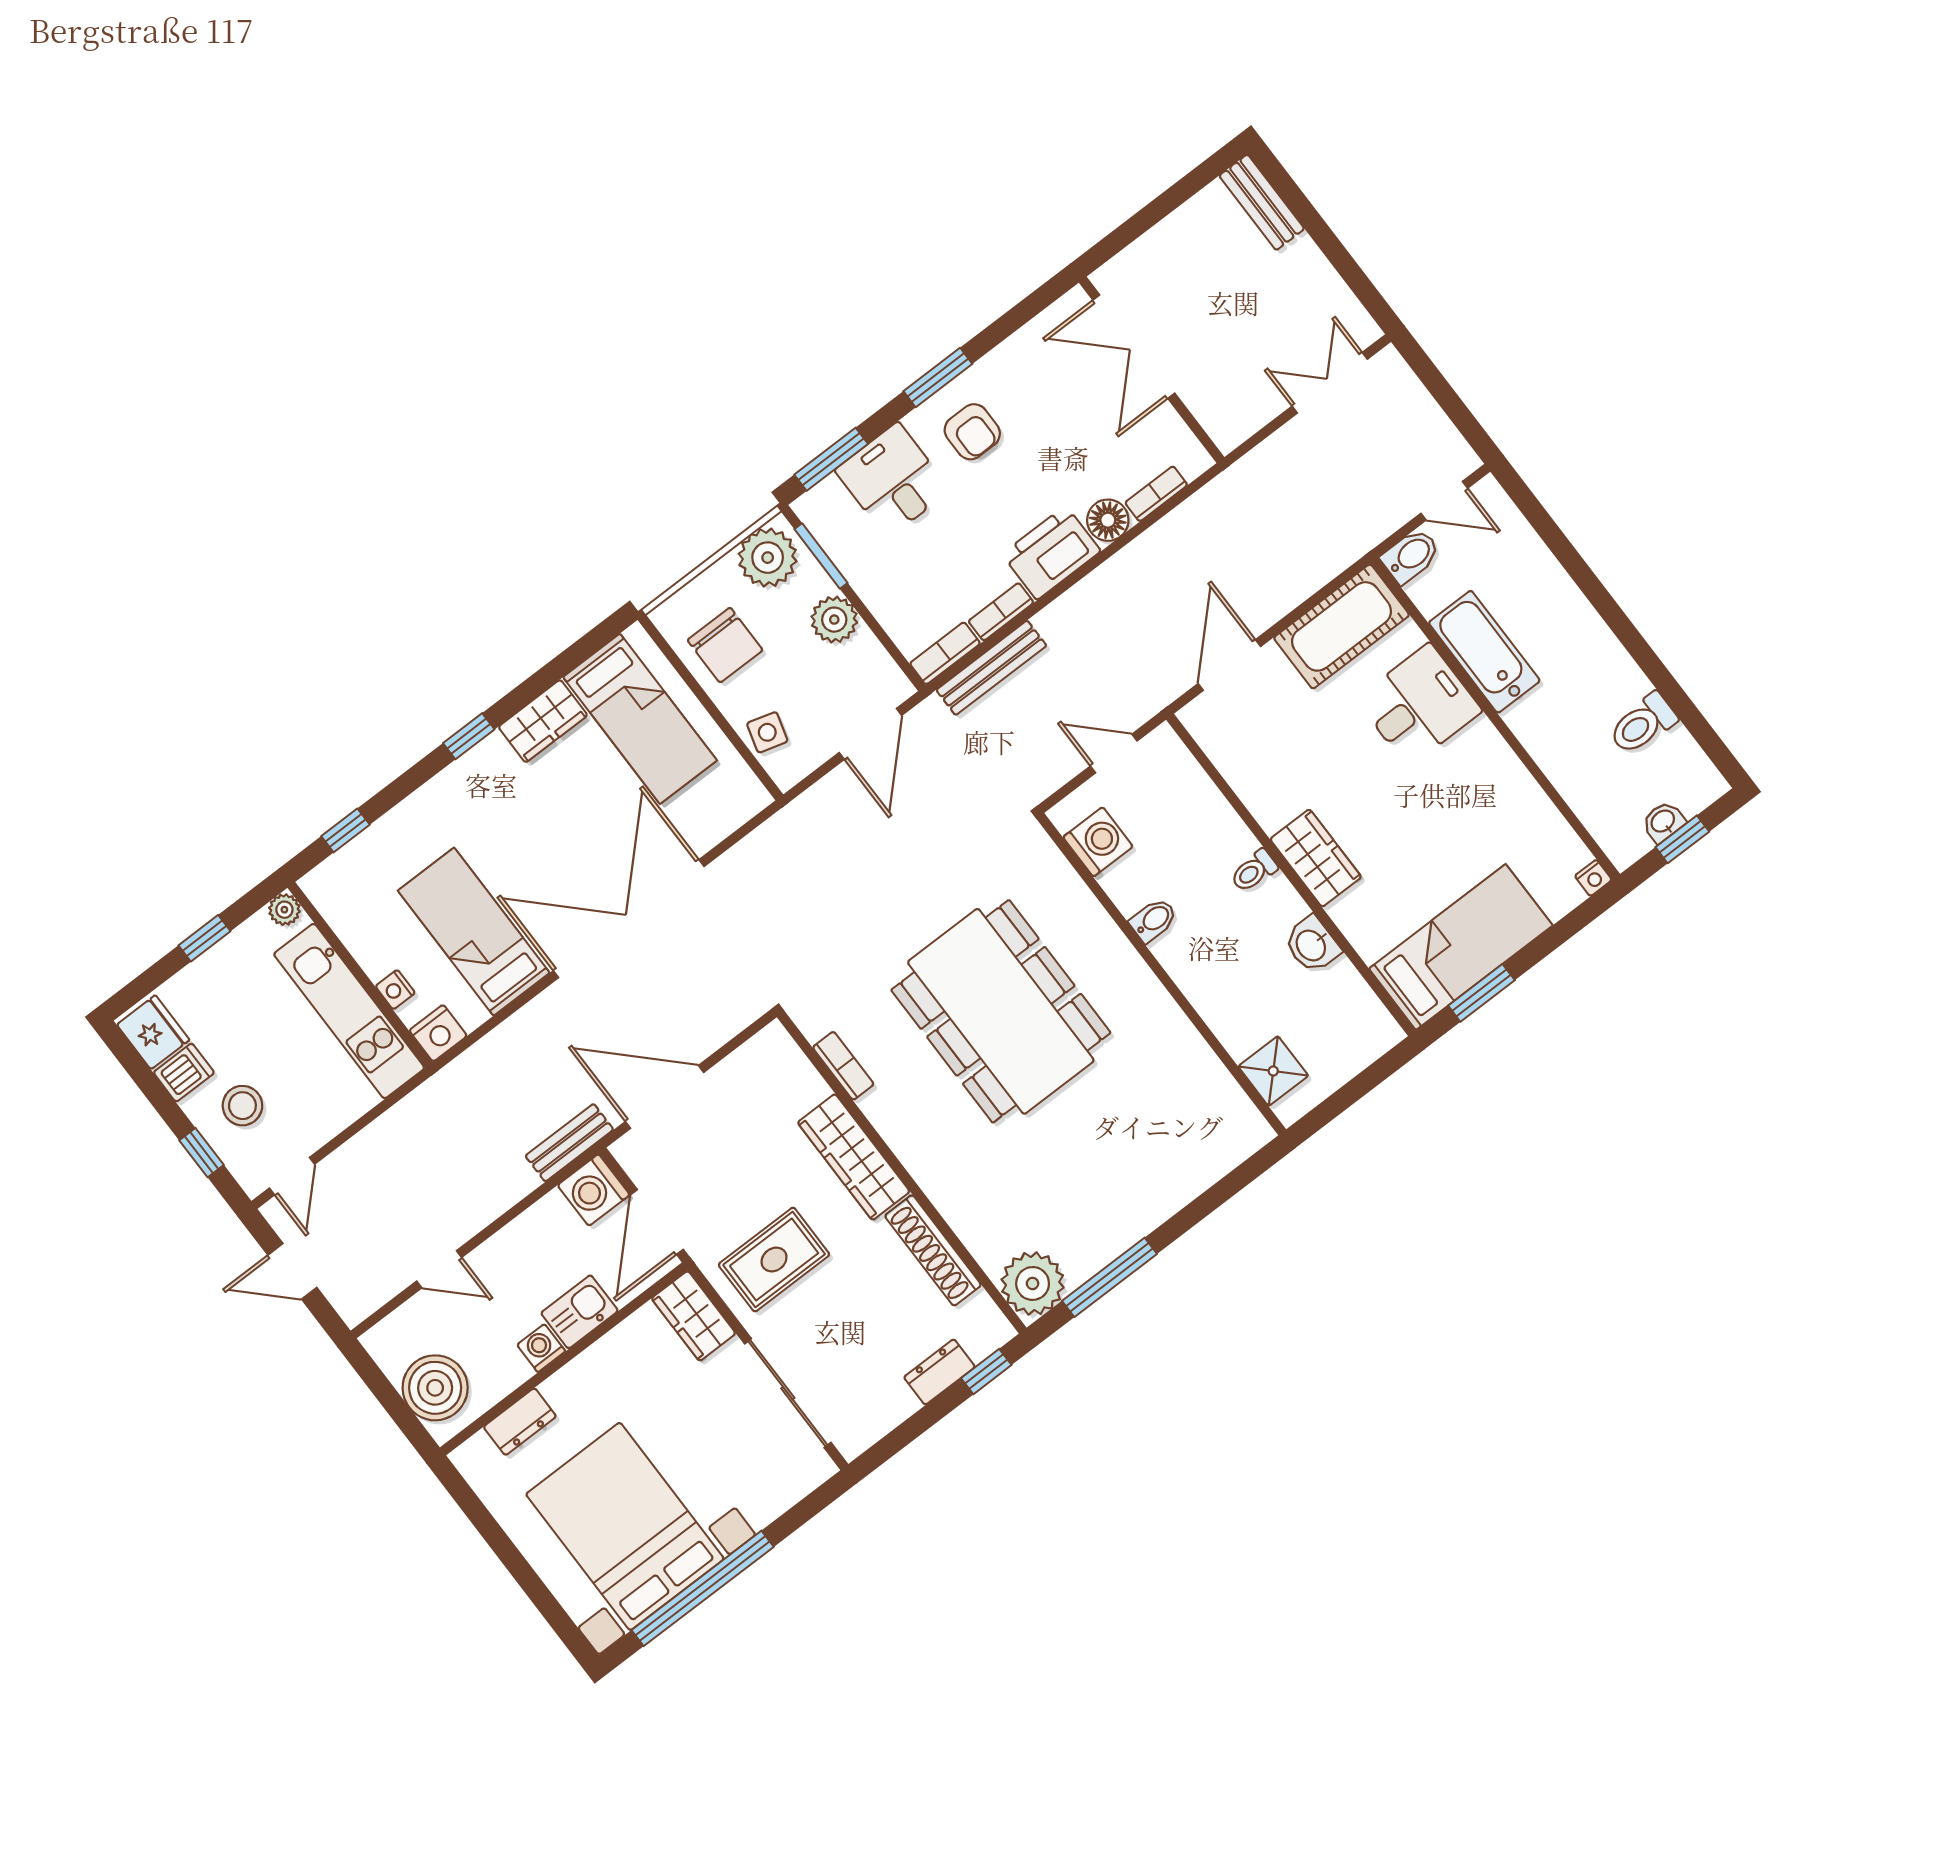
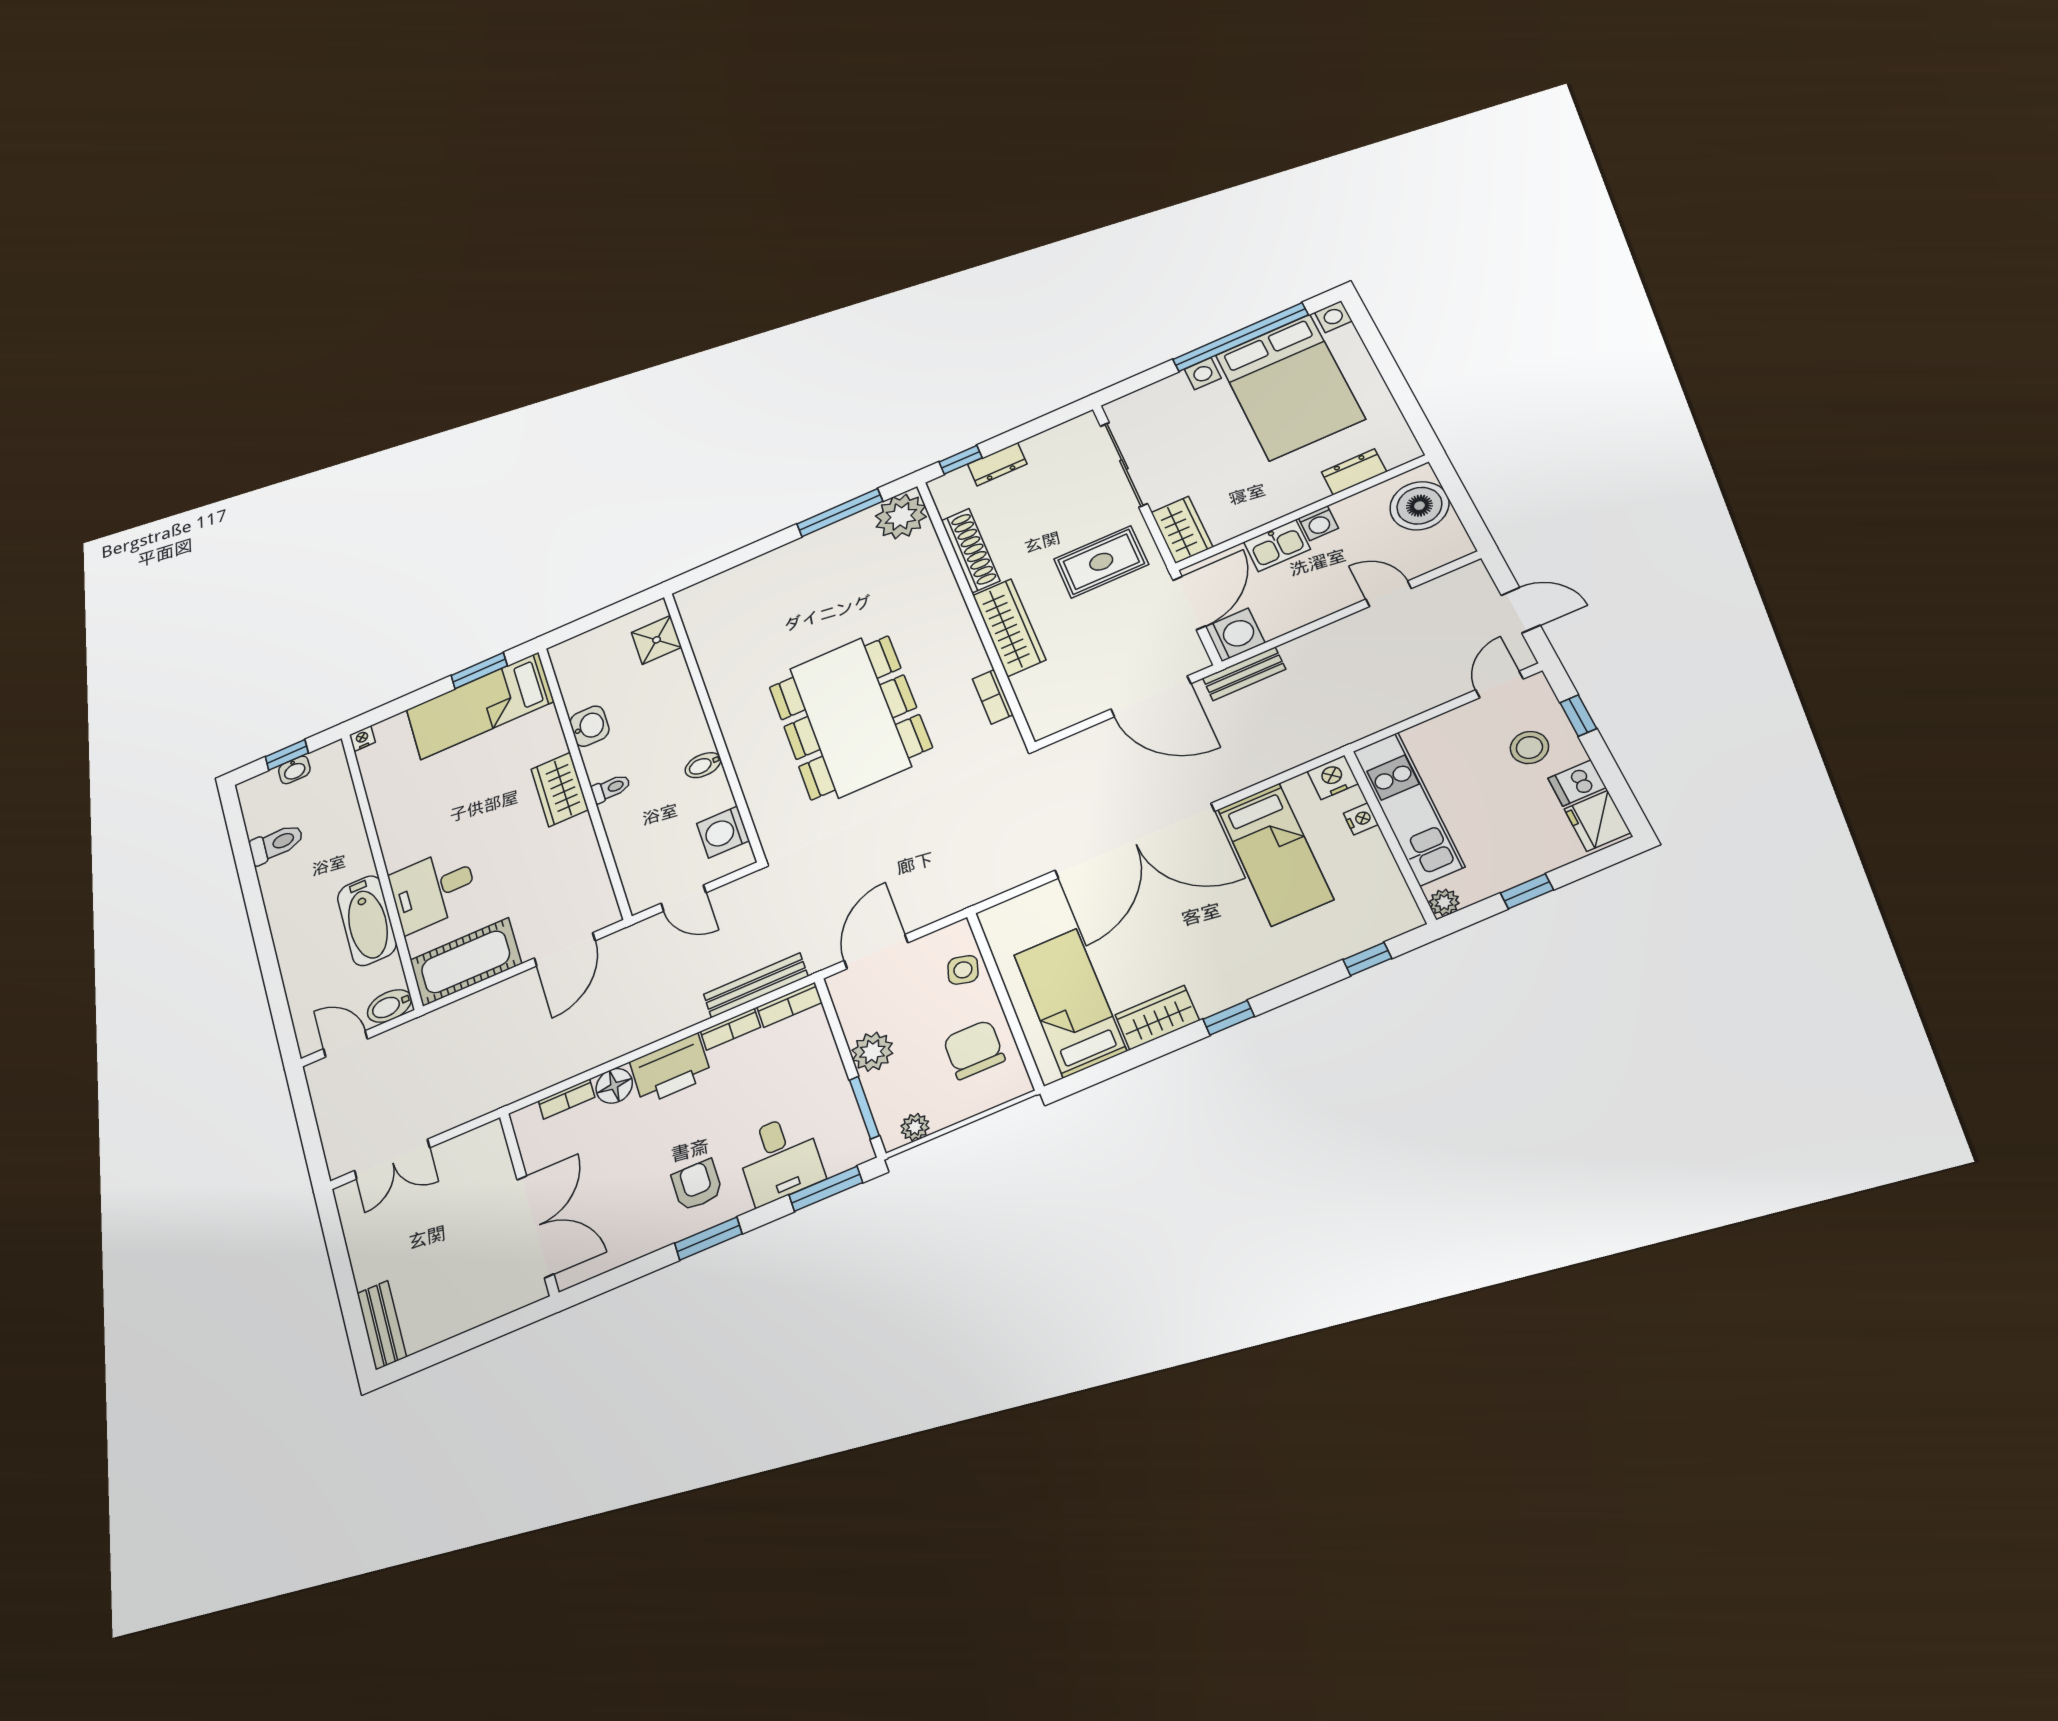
plant: (768, 558) -> (915, 1127), width x0.53, depth x0.53

